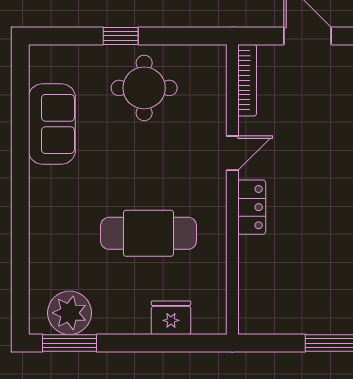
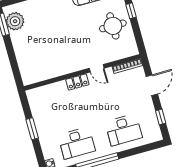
cafe table: (149, 233) -> (55, 44), removed
fridge: (171, 318) -> (24, 62), removed

